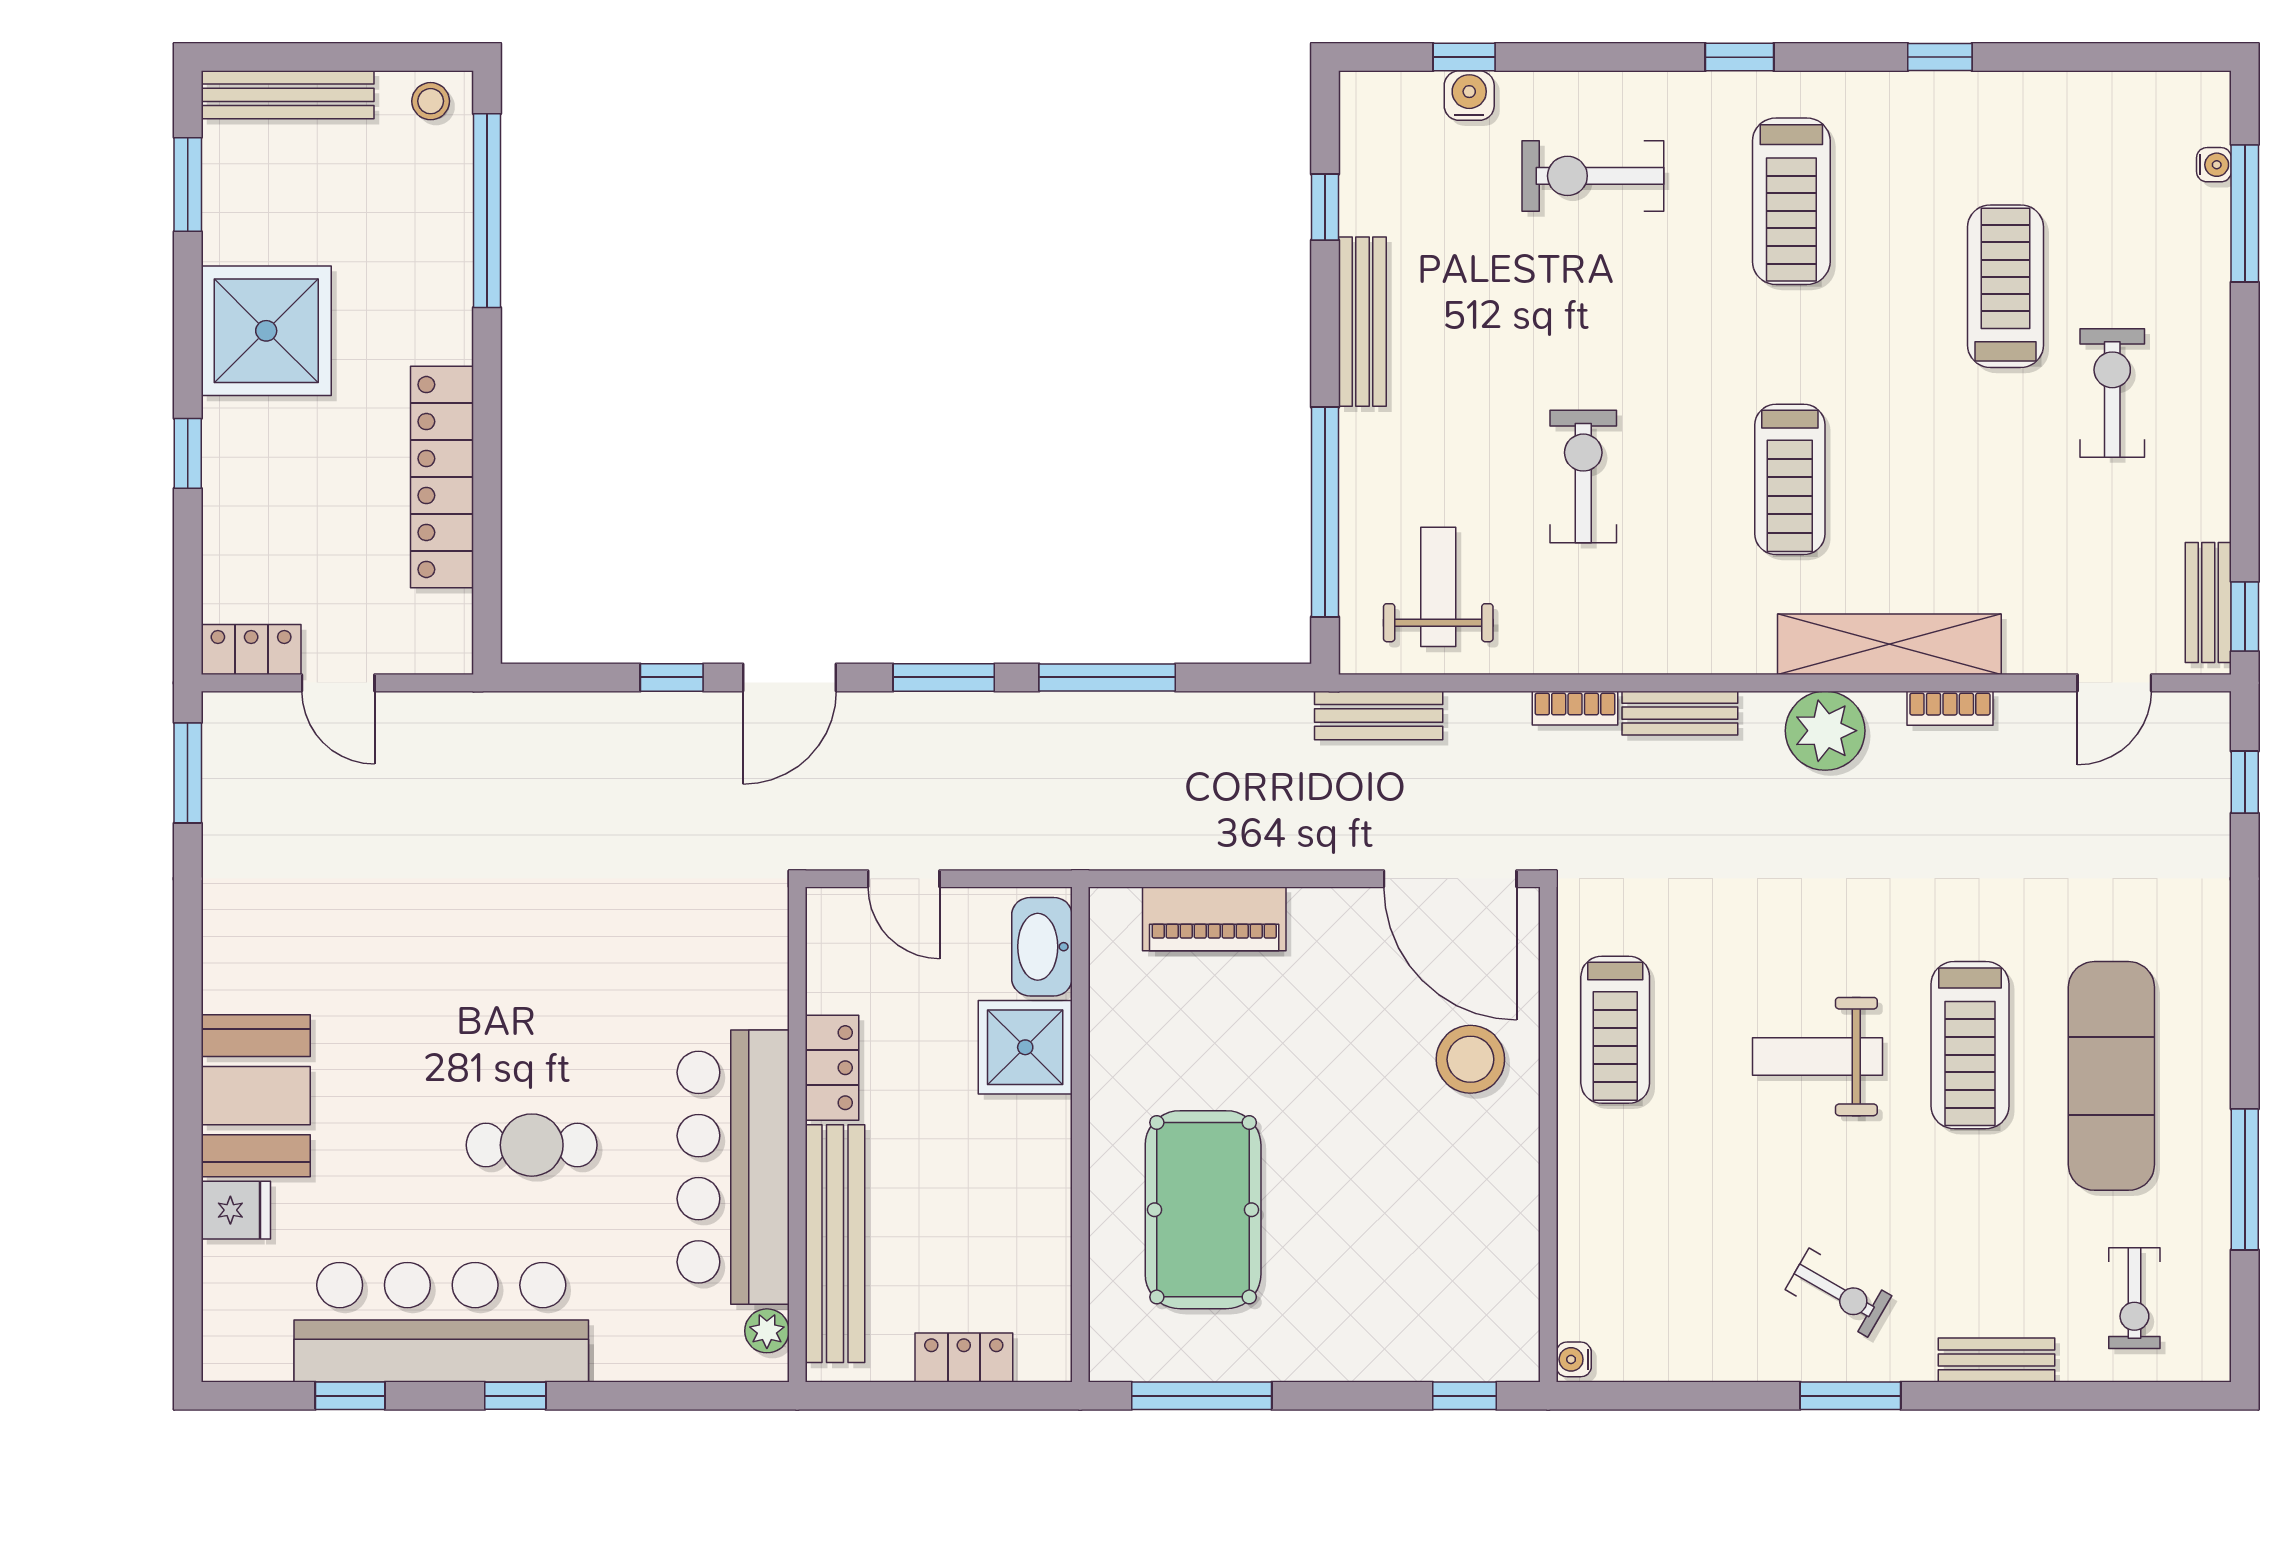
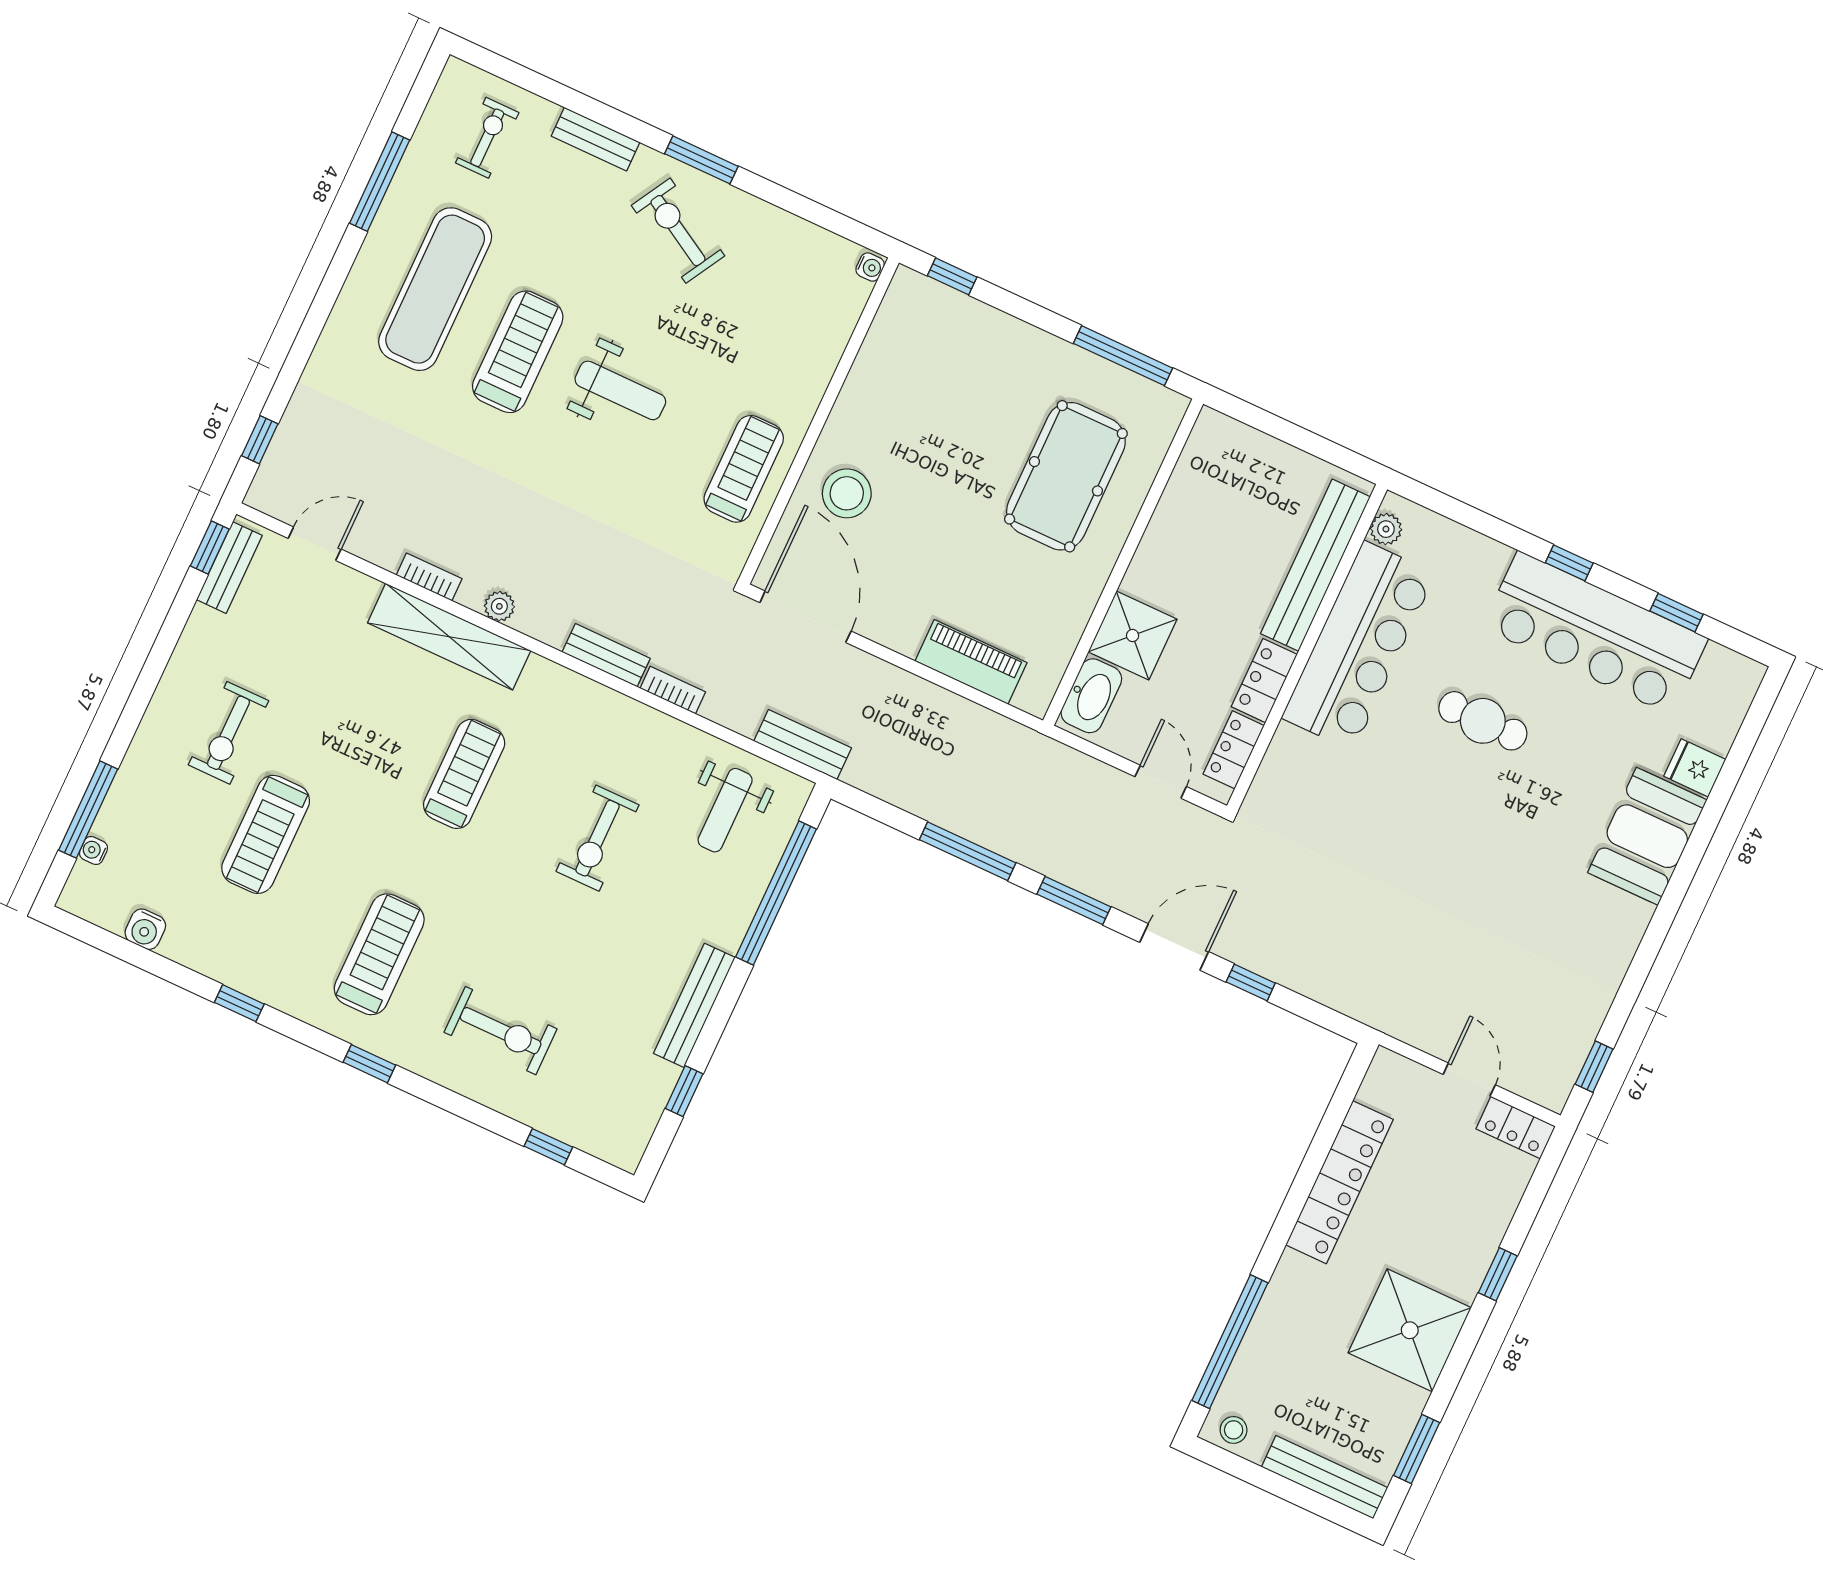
water cooler: (1469, 96) -> (145, 929), moved
plant: (1825, 731) -> (499, 606), width x0.53, depth x0.53
window: (188, 773) -> (1594, 1067), width x0.67
exercise bike: (1838, 1293) -> (678, 231), width x1.38, depth x1.39
locker: (964, 1358) -> (1234, 750), moved, turned 90

